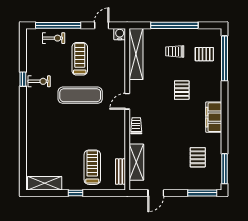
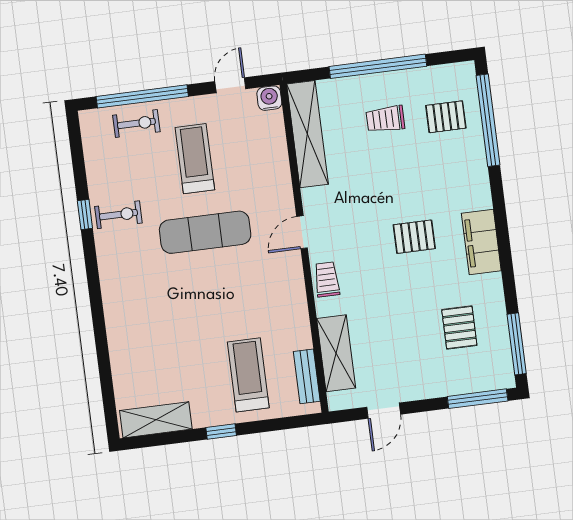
pallet: (182, 90) -> (414, 237), moved, turned 90

